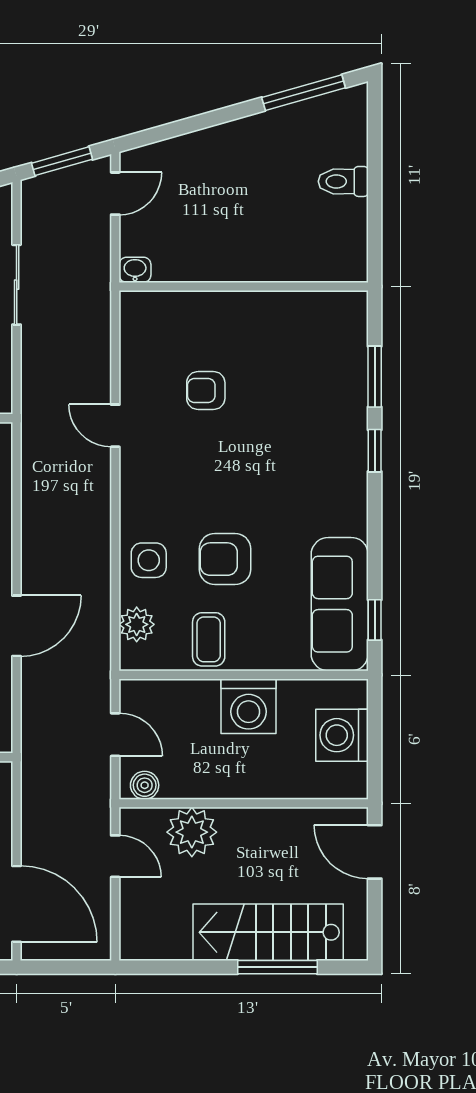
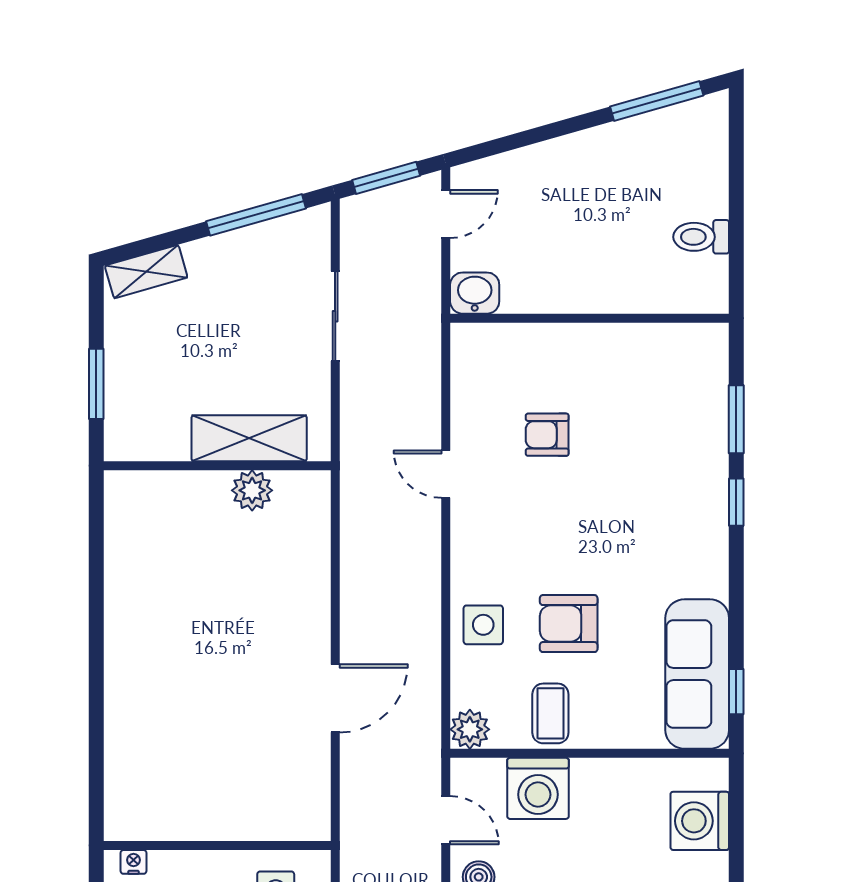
toilet: (343, 181) -> (701, 237), moved
washbasin: (135, 270) -> (475, 293), width x1.38, depth x1.45
plant: (137, 624) -> (470, 729), moved
washing machine: (248, 706) -> (538, 788), moved

